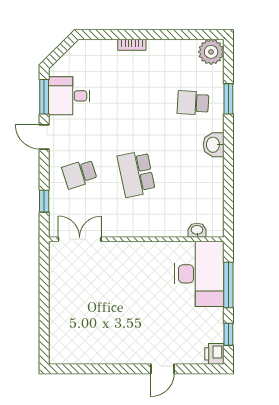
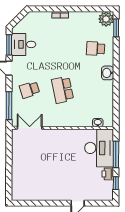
window: (228, 99) -> (116, 28), moved
window: (44, 201) -> (9, 106), width x2.17
printer: (214, 354) -> (108, 174), moved

